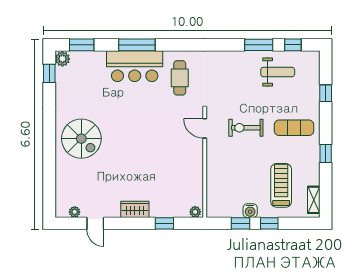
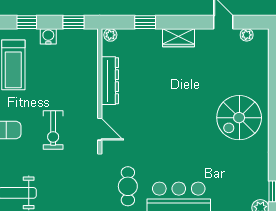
exercise bike: (246, 128) -> (53, 130), turned 90
spiral stairs: (81, 139) -> (239, 118), turned -90
dresser: (196, 171) -> (110, 81), added
window: (241, 223) -> (74, 22), moved

